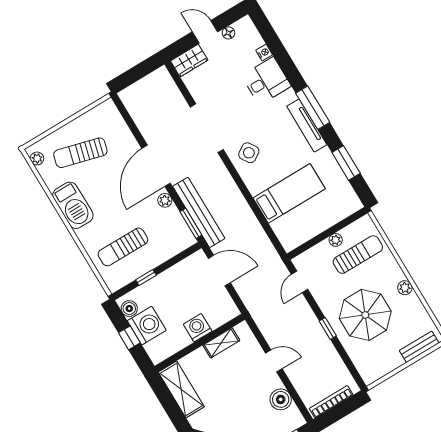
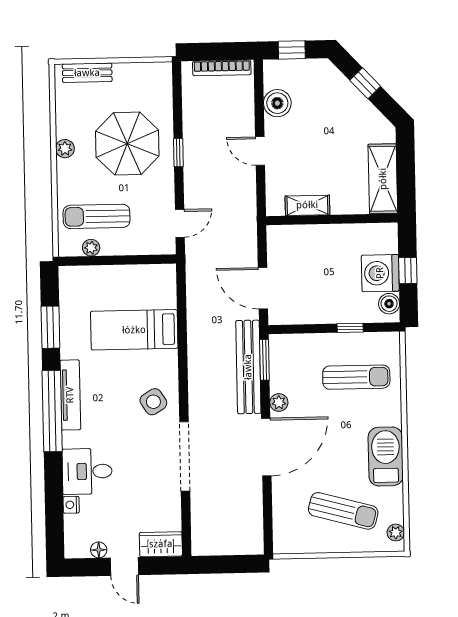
window: (313, 108) -> (52, 411), width x1.46
plant: (336, 240) -> (91, 248), moved
washing machine: (198, 328) -> (324, 238), removed

